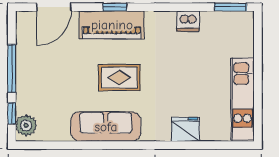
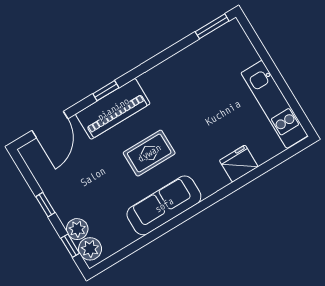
dishwasher: (188, 21) -> (181, 63), removed
window: (12, 69) -> (45, 205), width x0.46
plant: (25, 103) -> (77, 229), added

